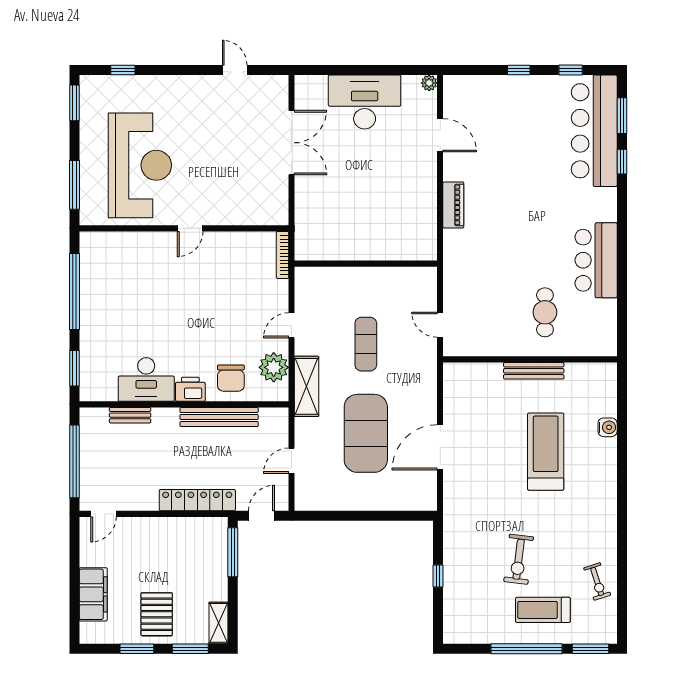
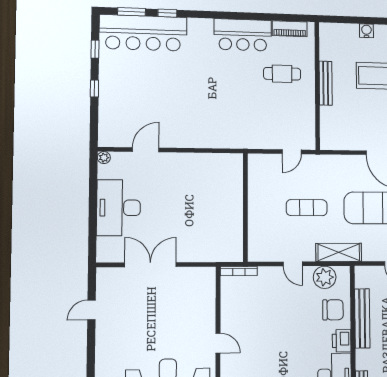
piano: (453, 205) -> (290, 29), moved, turned 180

